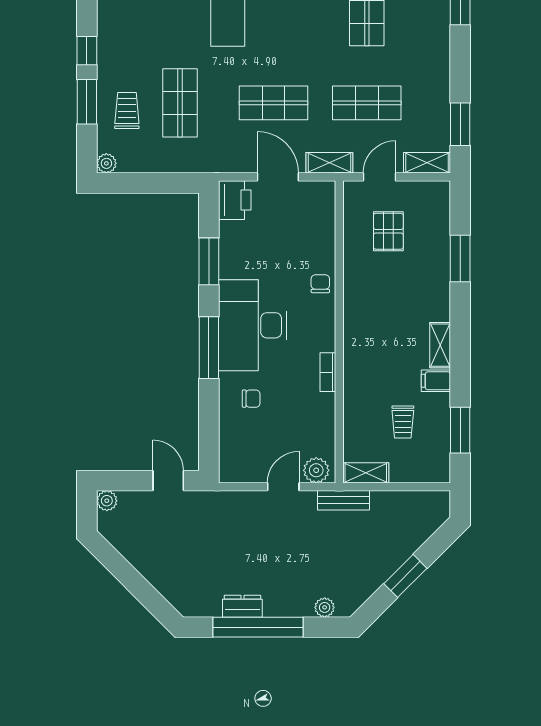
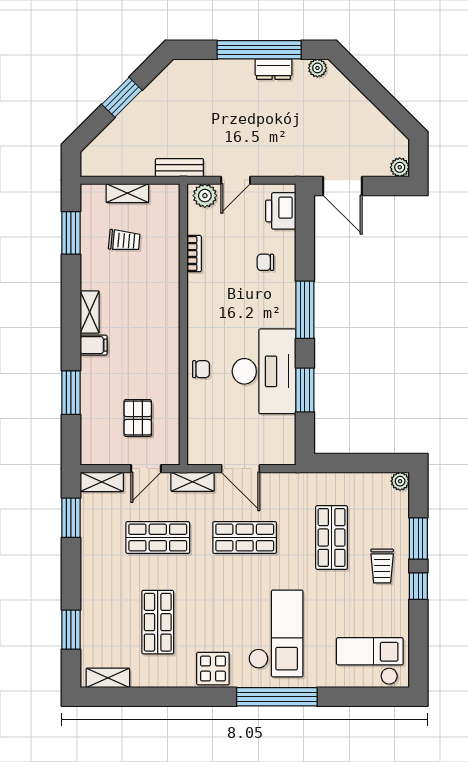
trolley: (127, 110) -> (382, 566), moved
printer: (235, 200) -> (281, 211), moved
chair: (320, 284) -> (201, 369), turned -90
desk: (253, 325) -> (264, 371), moved
bookcase: (328, 372) -> (194, 254), moved
filing cabinet: (436, 381) -> (94, 345), moved
trolley: (403, 422) -> (124, 240), turned 95
shelving: (366, 473) -> (127, 193), moved
door: (168, 481) -> (343, 186), width x1.38
plant: (325, 607) -> (317, 68), moved

